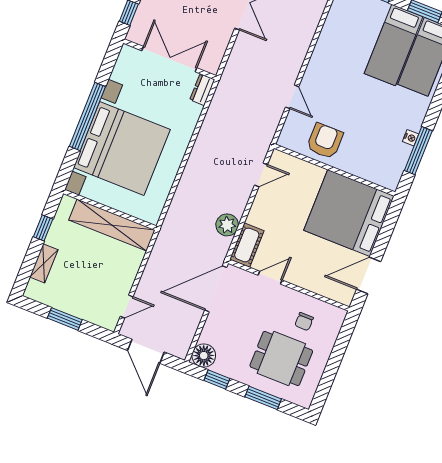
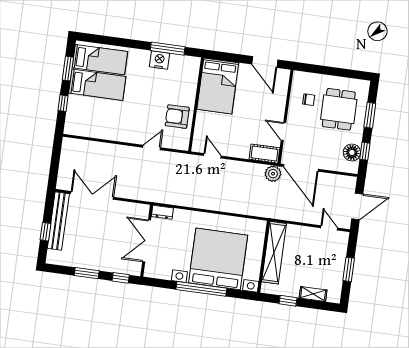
nightstand: (411, 138) -> (159, 60), width x1.89, depth x1.79
bed: (349, 213) -> (218, 86), width x0.73
plant: (227, 225) -> (273, 174), moved
floor lamp: (204, 356) -> (352, 153), moved

